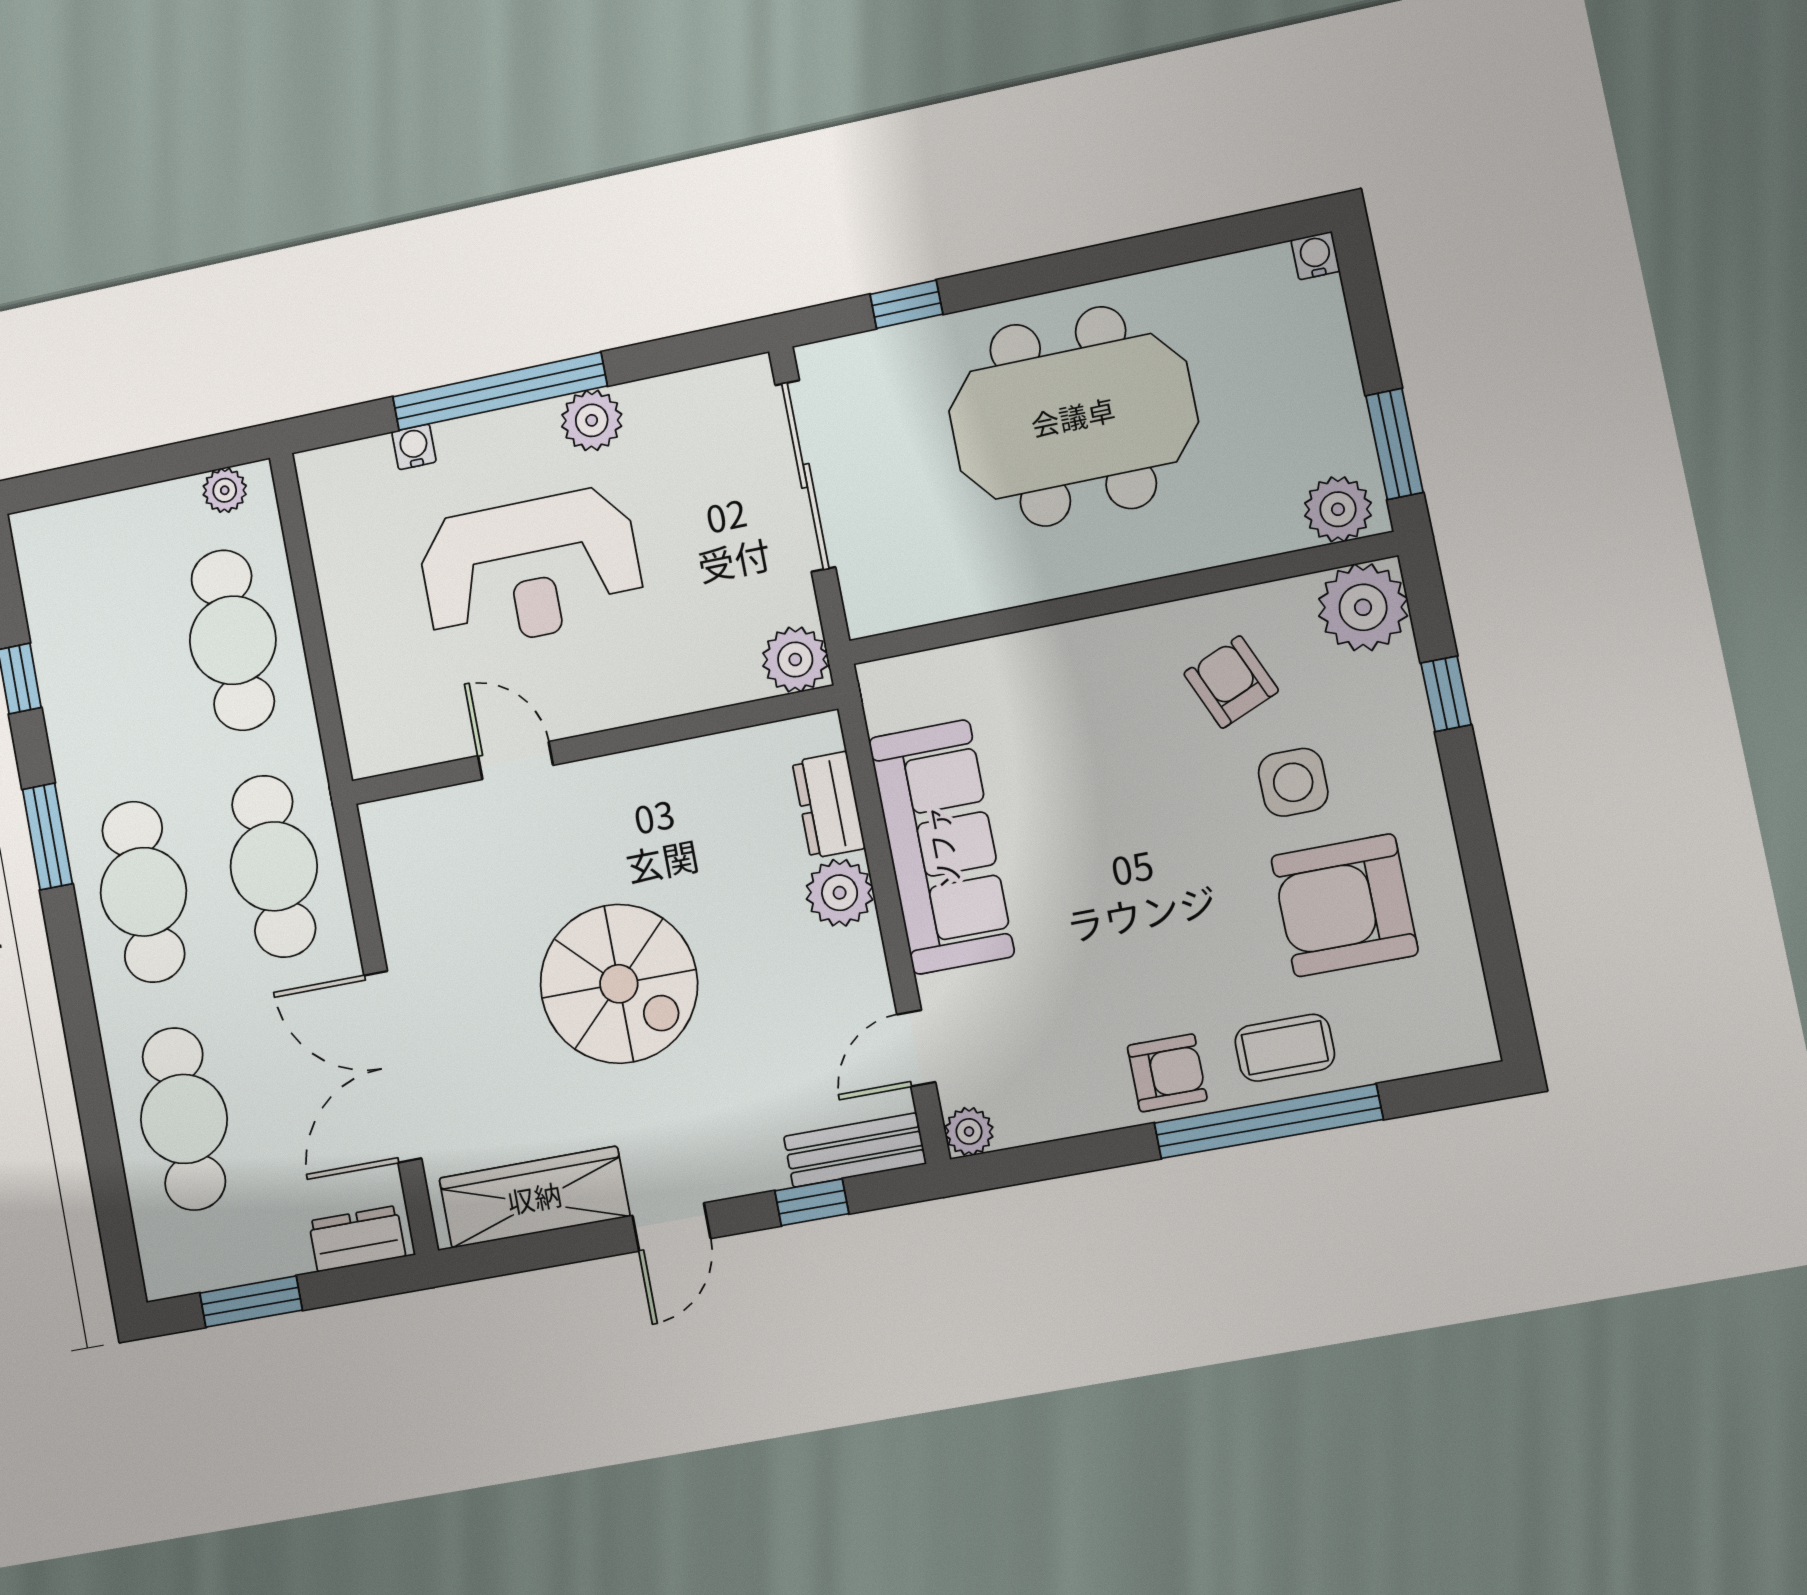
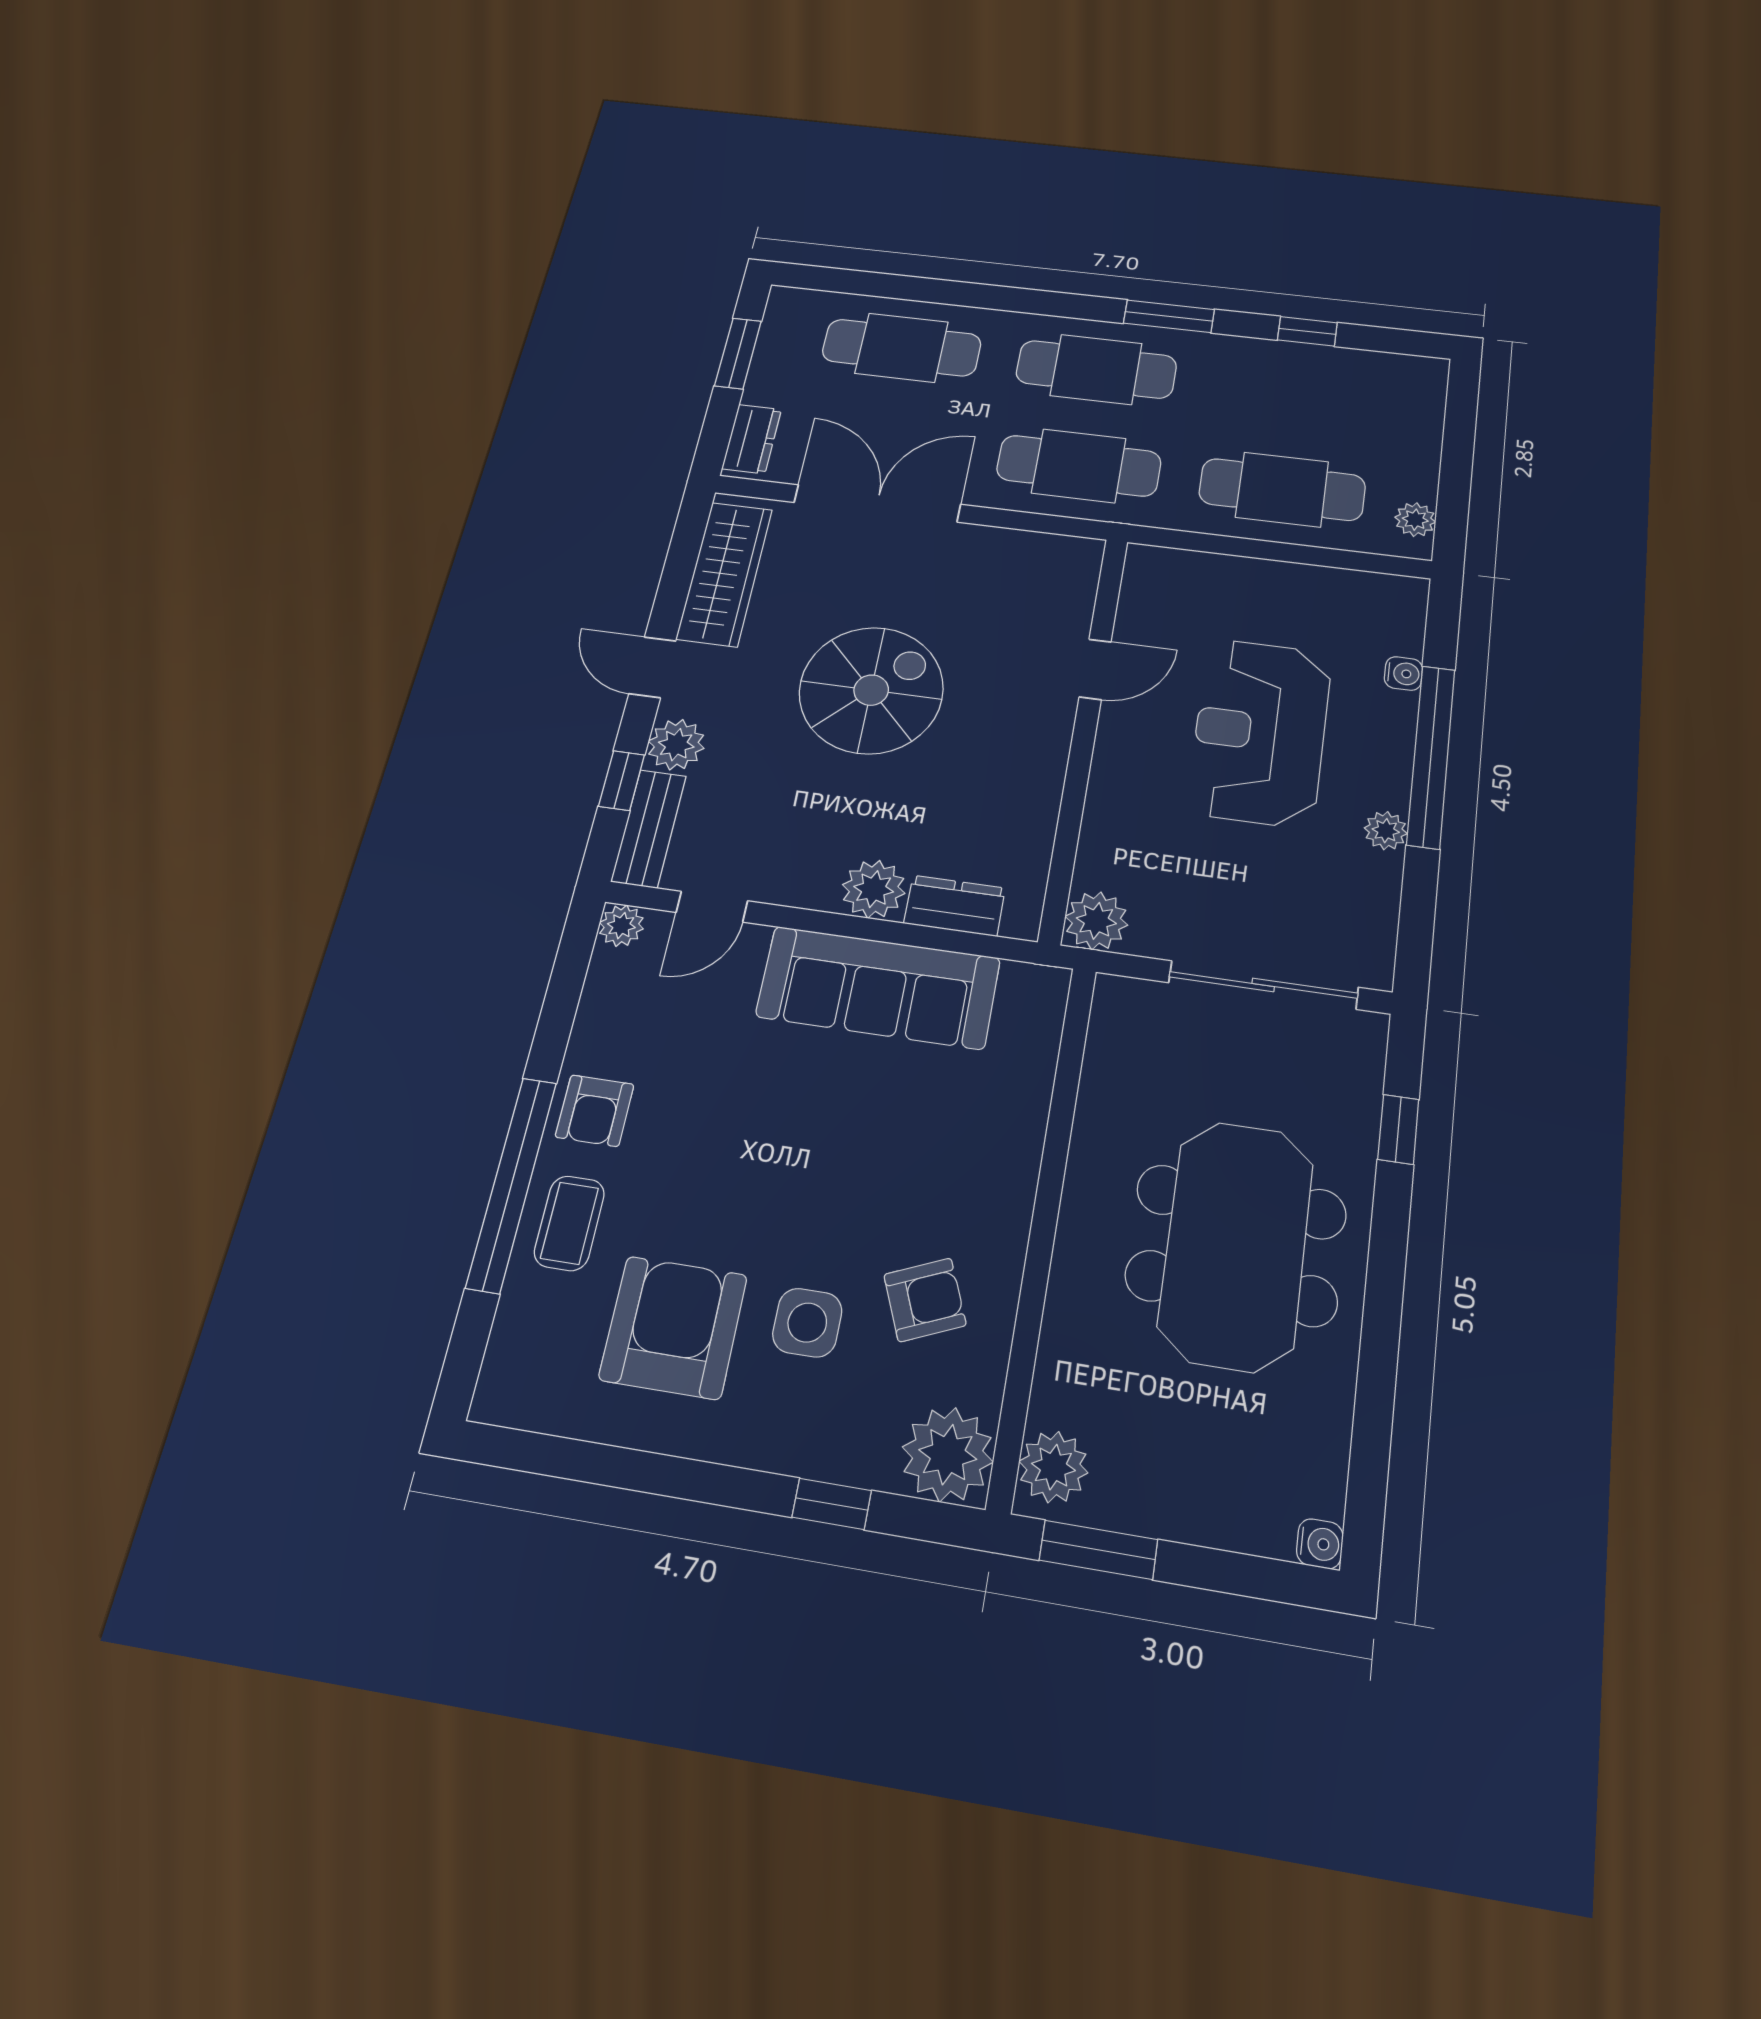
plant: (592, 420) -> (1386, 831), width x0.73, depth x0.73
spiral stairs: (619, 984) -> (871, 690), turned 180
door: (916, 1048) -> (712, 907), swing flipped
plant: (752, 1162) -> (676, 745), added

